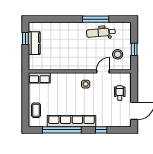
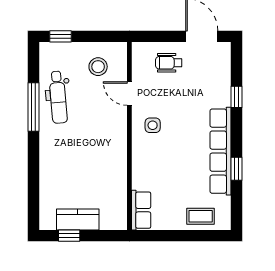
window: (134, 49) -> (60, 36), moved
window: (62, 130) -> (236, 169), width x0.32

